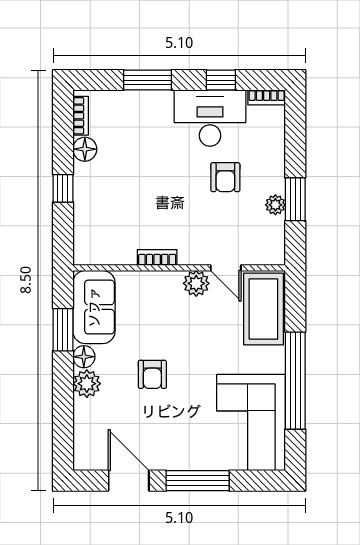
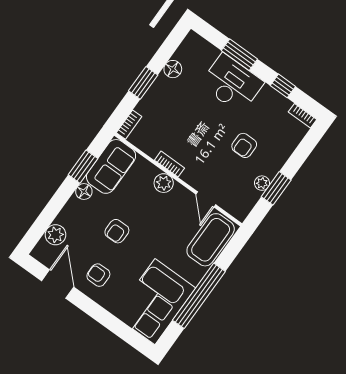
bookcase: (81, 116) -> (129, 125), moved
desk: (210, 118) -> (232, 83), moved
window: (63, 188) -> (143, 83), width x1.50
plant: (196, 283) -> (164, 183), moved
plant: (87, 384) -> (55, 235), moved
armchair: (167, 438) -> (98, 275), added
window: (198, 481) -> (99, 313), removed

